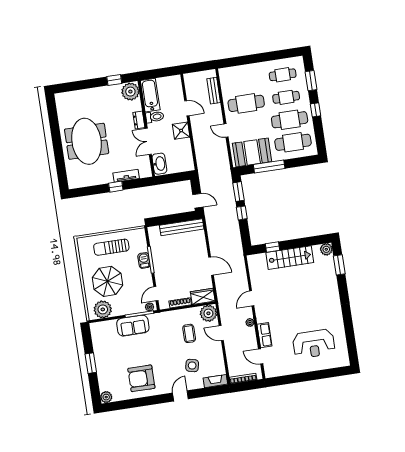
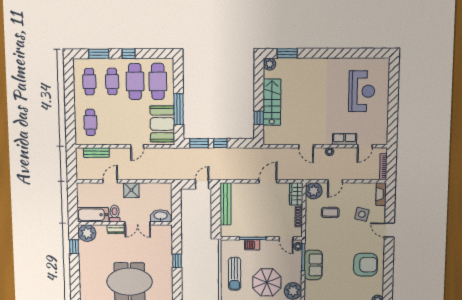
cafe table: (246, 103) -> (90, 122), moved, width x0.73, depth x0.74
tv unit: (126, 176) -> (168, 249), removed
armchair: (141, 378) -> (366, 265), turned -90

